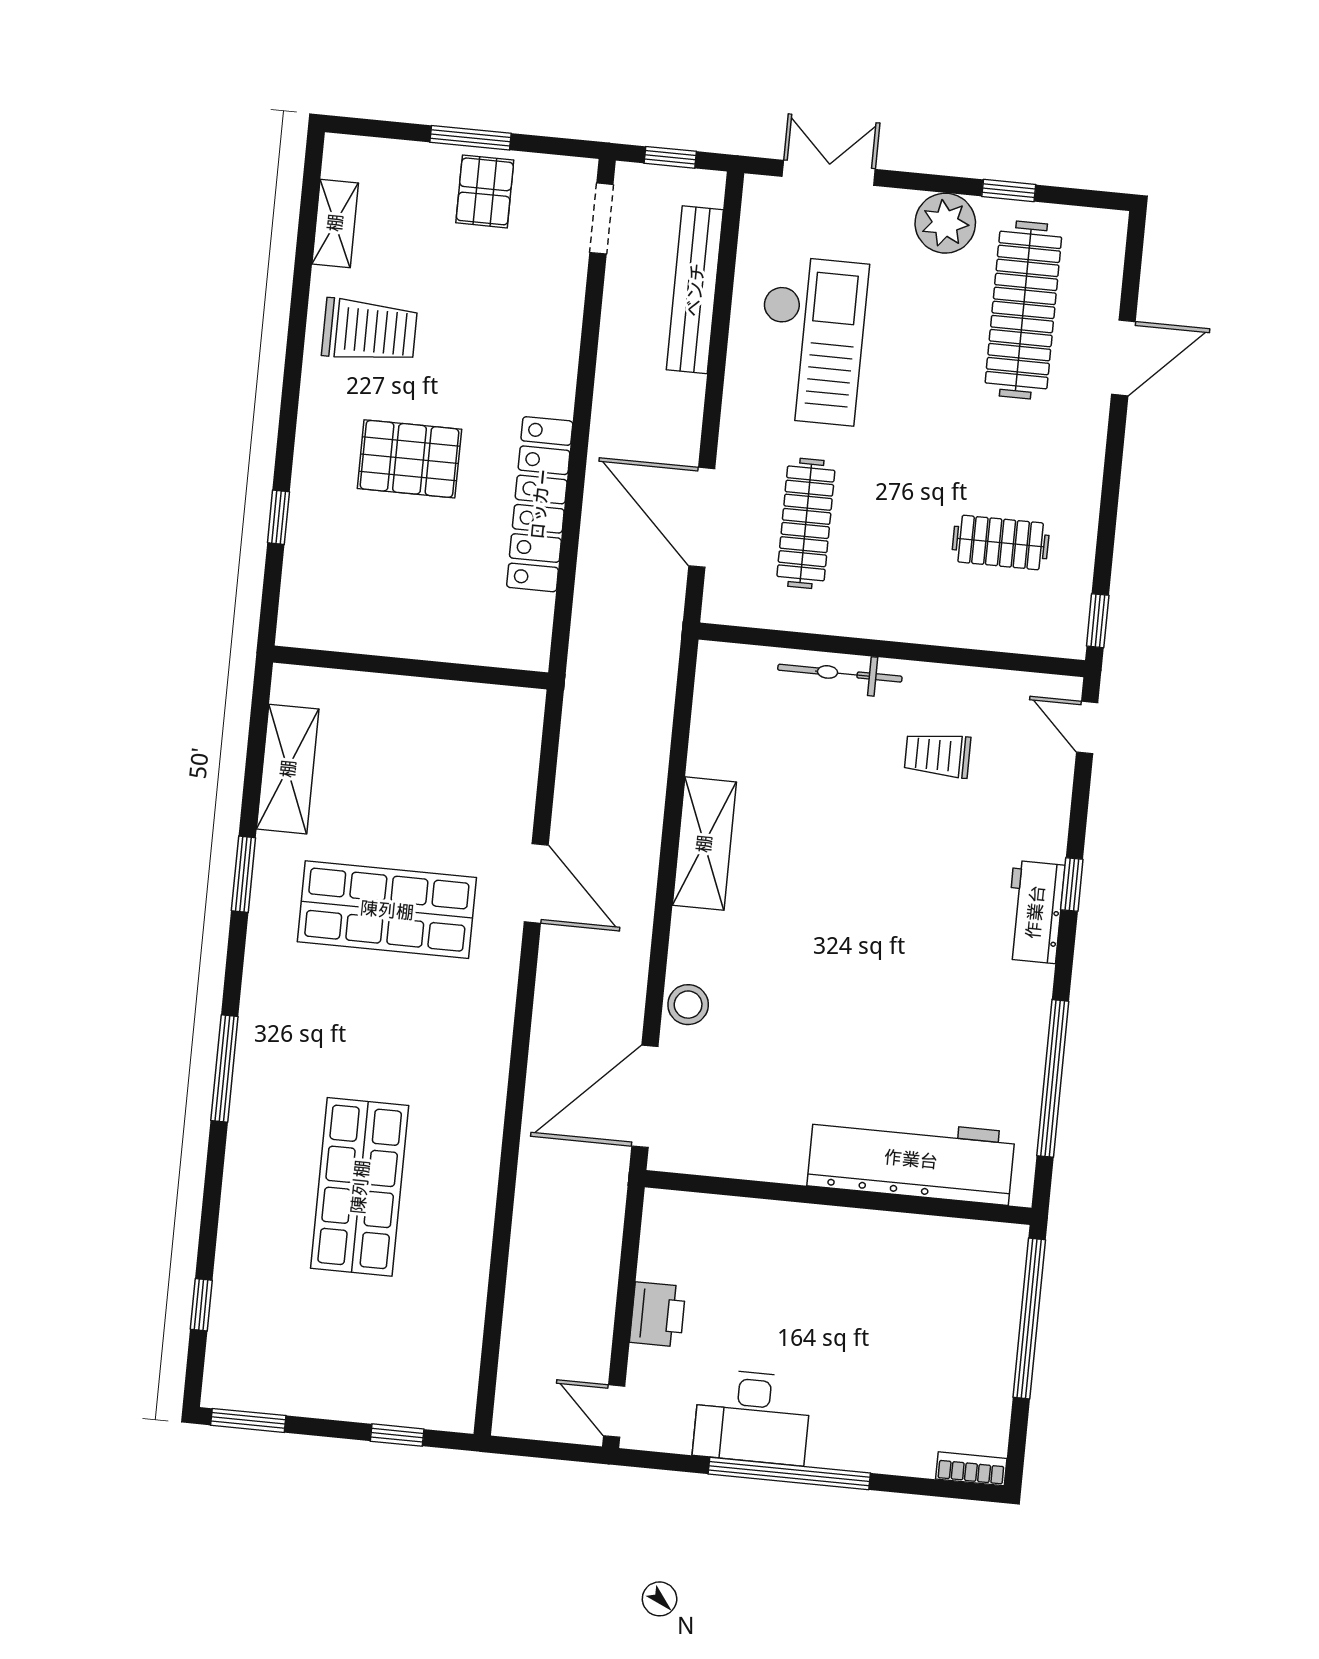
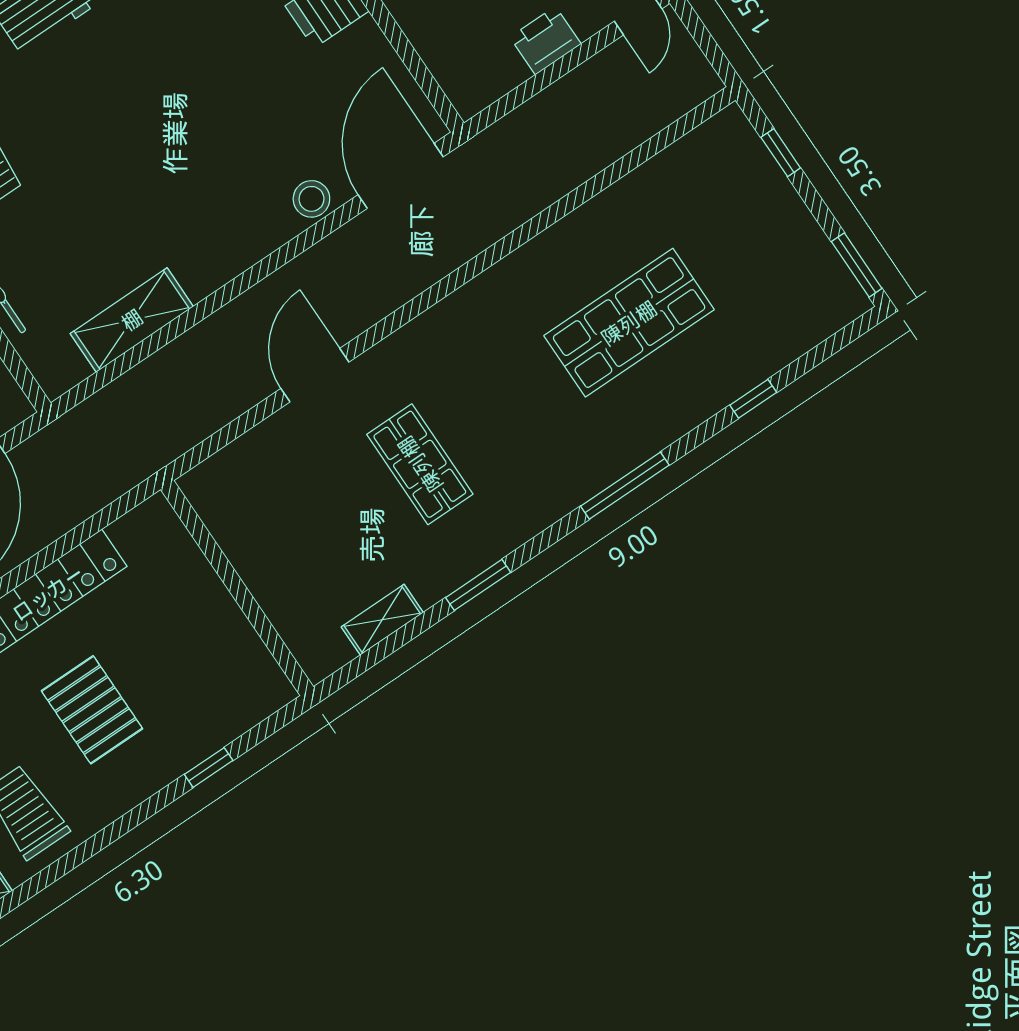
shelving: (288, 769) -> (382, 620), width x0.67, depth x0.75
shelving: (704, 844) -> (132, 320), moved
shop shelf: (387, 910) -> (420, 464), width x0.70, depth x0.74
door: (645, 1096) -> (401, 176), swing flipped
window: (201, 1305) -> (753, 399), moved

